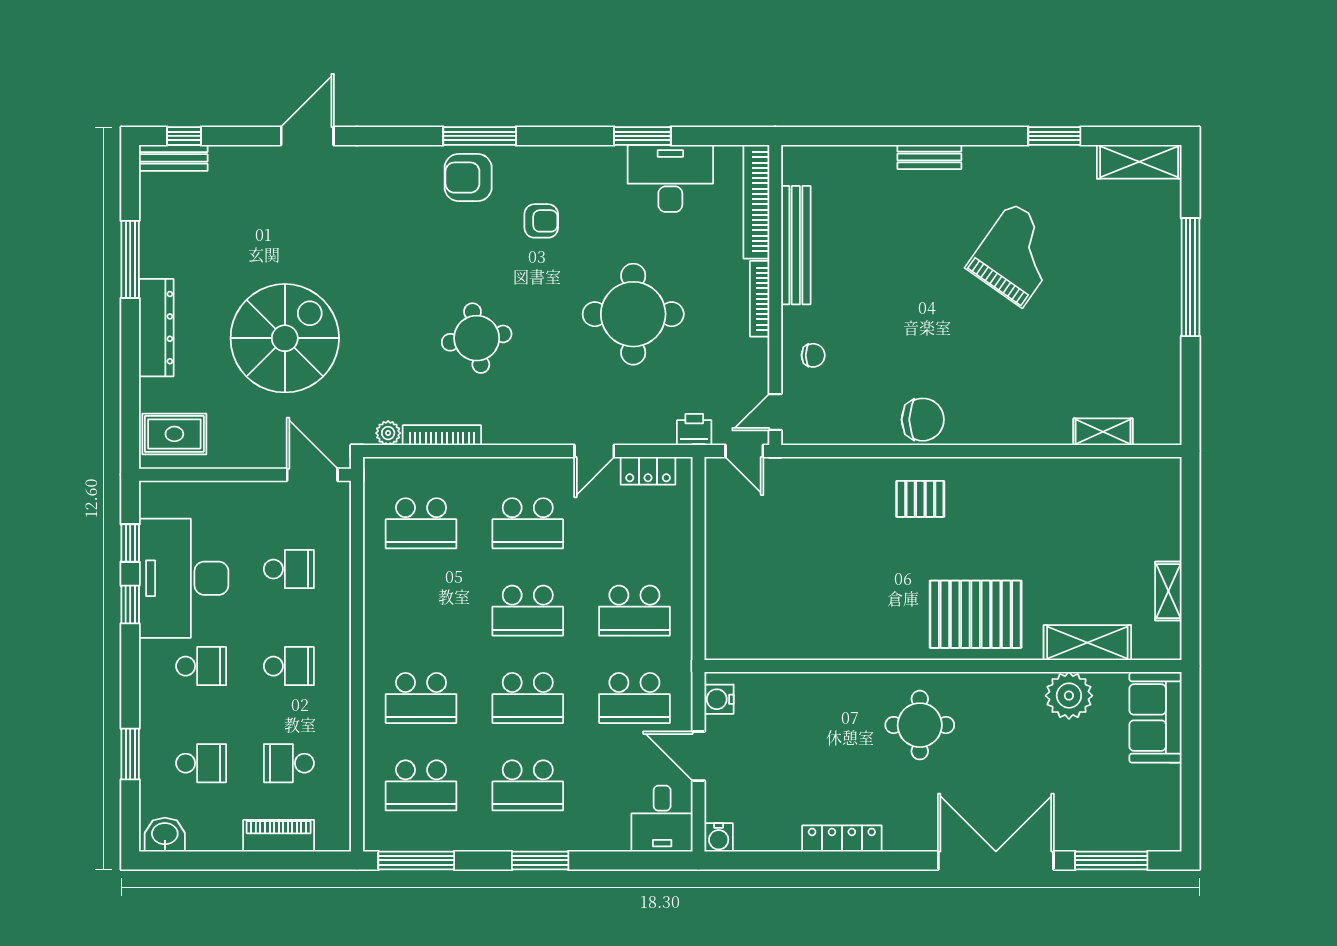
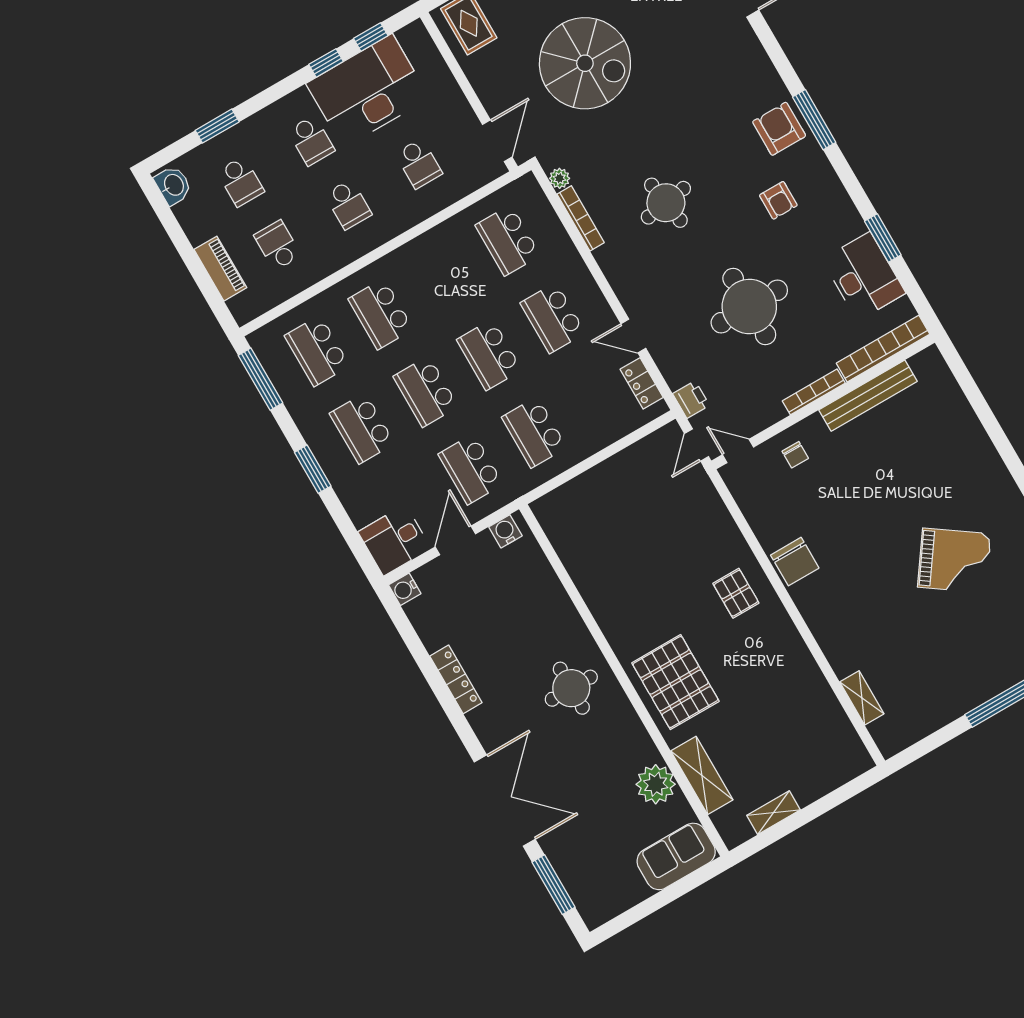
bench: (929, 157) -> (989, 456), removed

